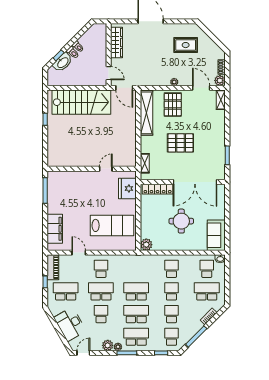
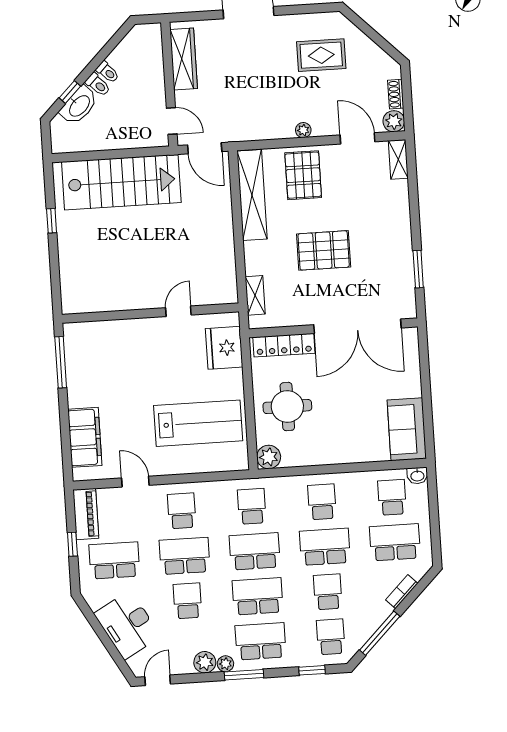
round table: (181, 221) -> (287, 407), moved
school desk: (136, 269) -> (252, 506), added
school desk: (171, 291) -> (325, 547), width x1.85

